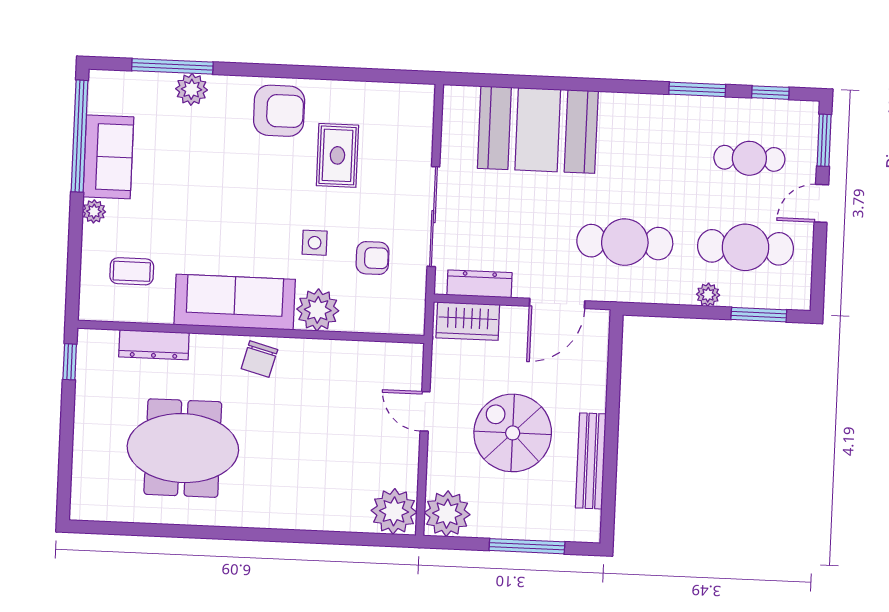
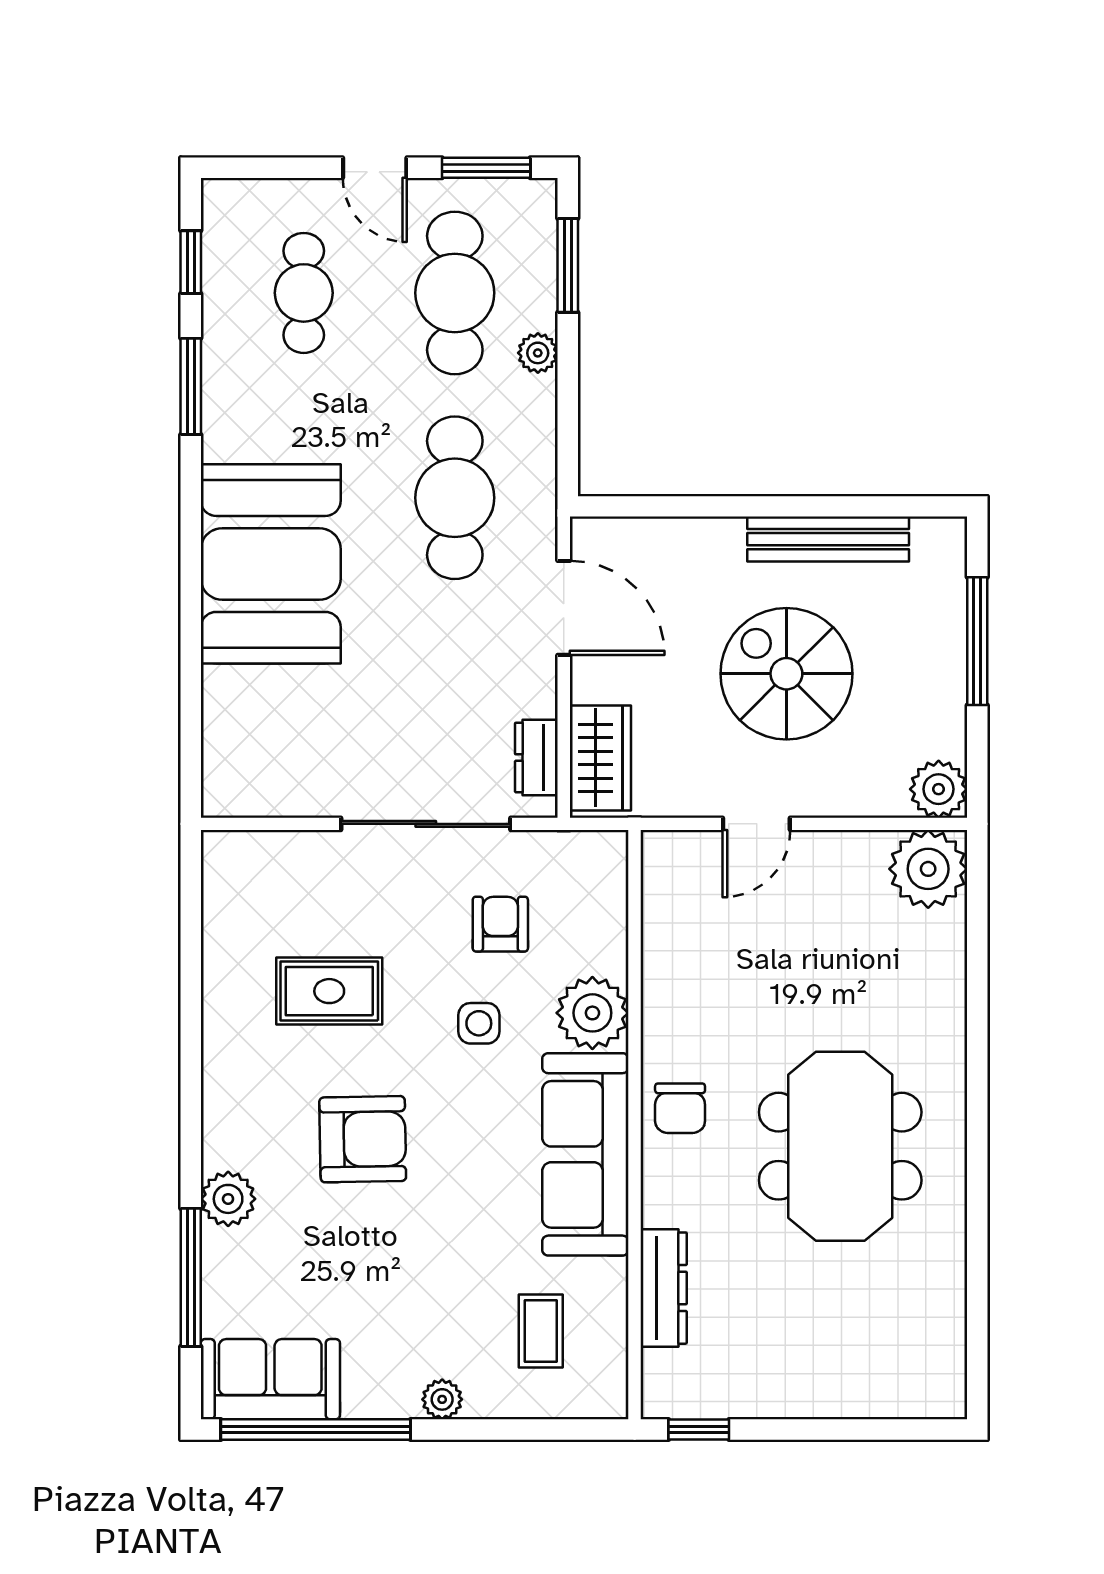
plant: (192, 89) -> (228, 1199), moved
armchair: (279, 111) -> (363, 1139), moved, turned 89
booth: (538, 130) -> (271, 564), moved
window: (824, 140) -> (486, 168), moved
sofa: (108, 157) -> (270, 1379), moved
dresser: (479, 284) -> (536, 758), width x0.70
chair: (259, 359) -> (680, 1108), turned 75
spiral stairs: (513, 433) -> (786, 674), turned 90
meeting table: (183, 448) -> (840, 1146), moved
plant: (447, 514) -> (939, 789), width x0.73, depth x0.73

